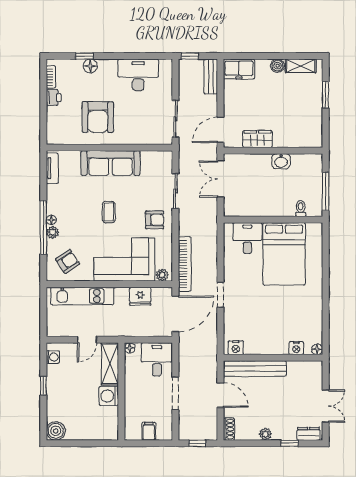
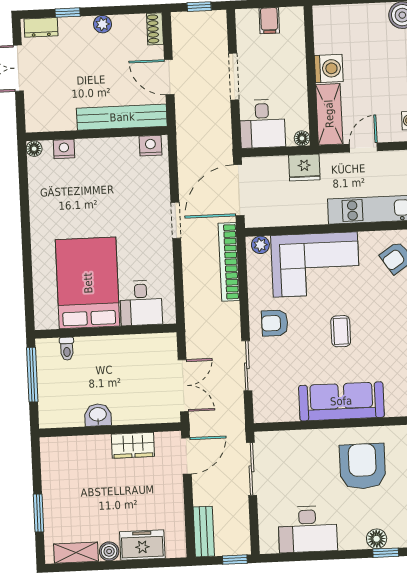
freezer: (239, 69) -> (142, 545), moved
fridge: (140, 296) -> (304, 167), moved, turned 180

